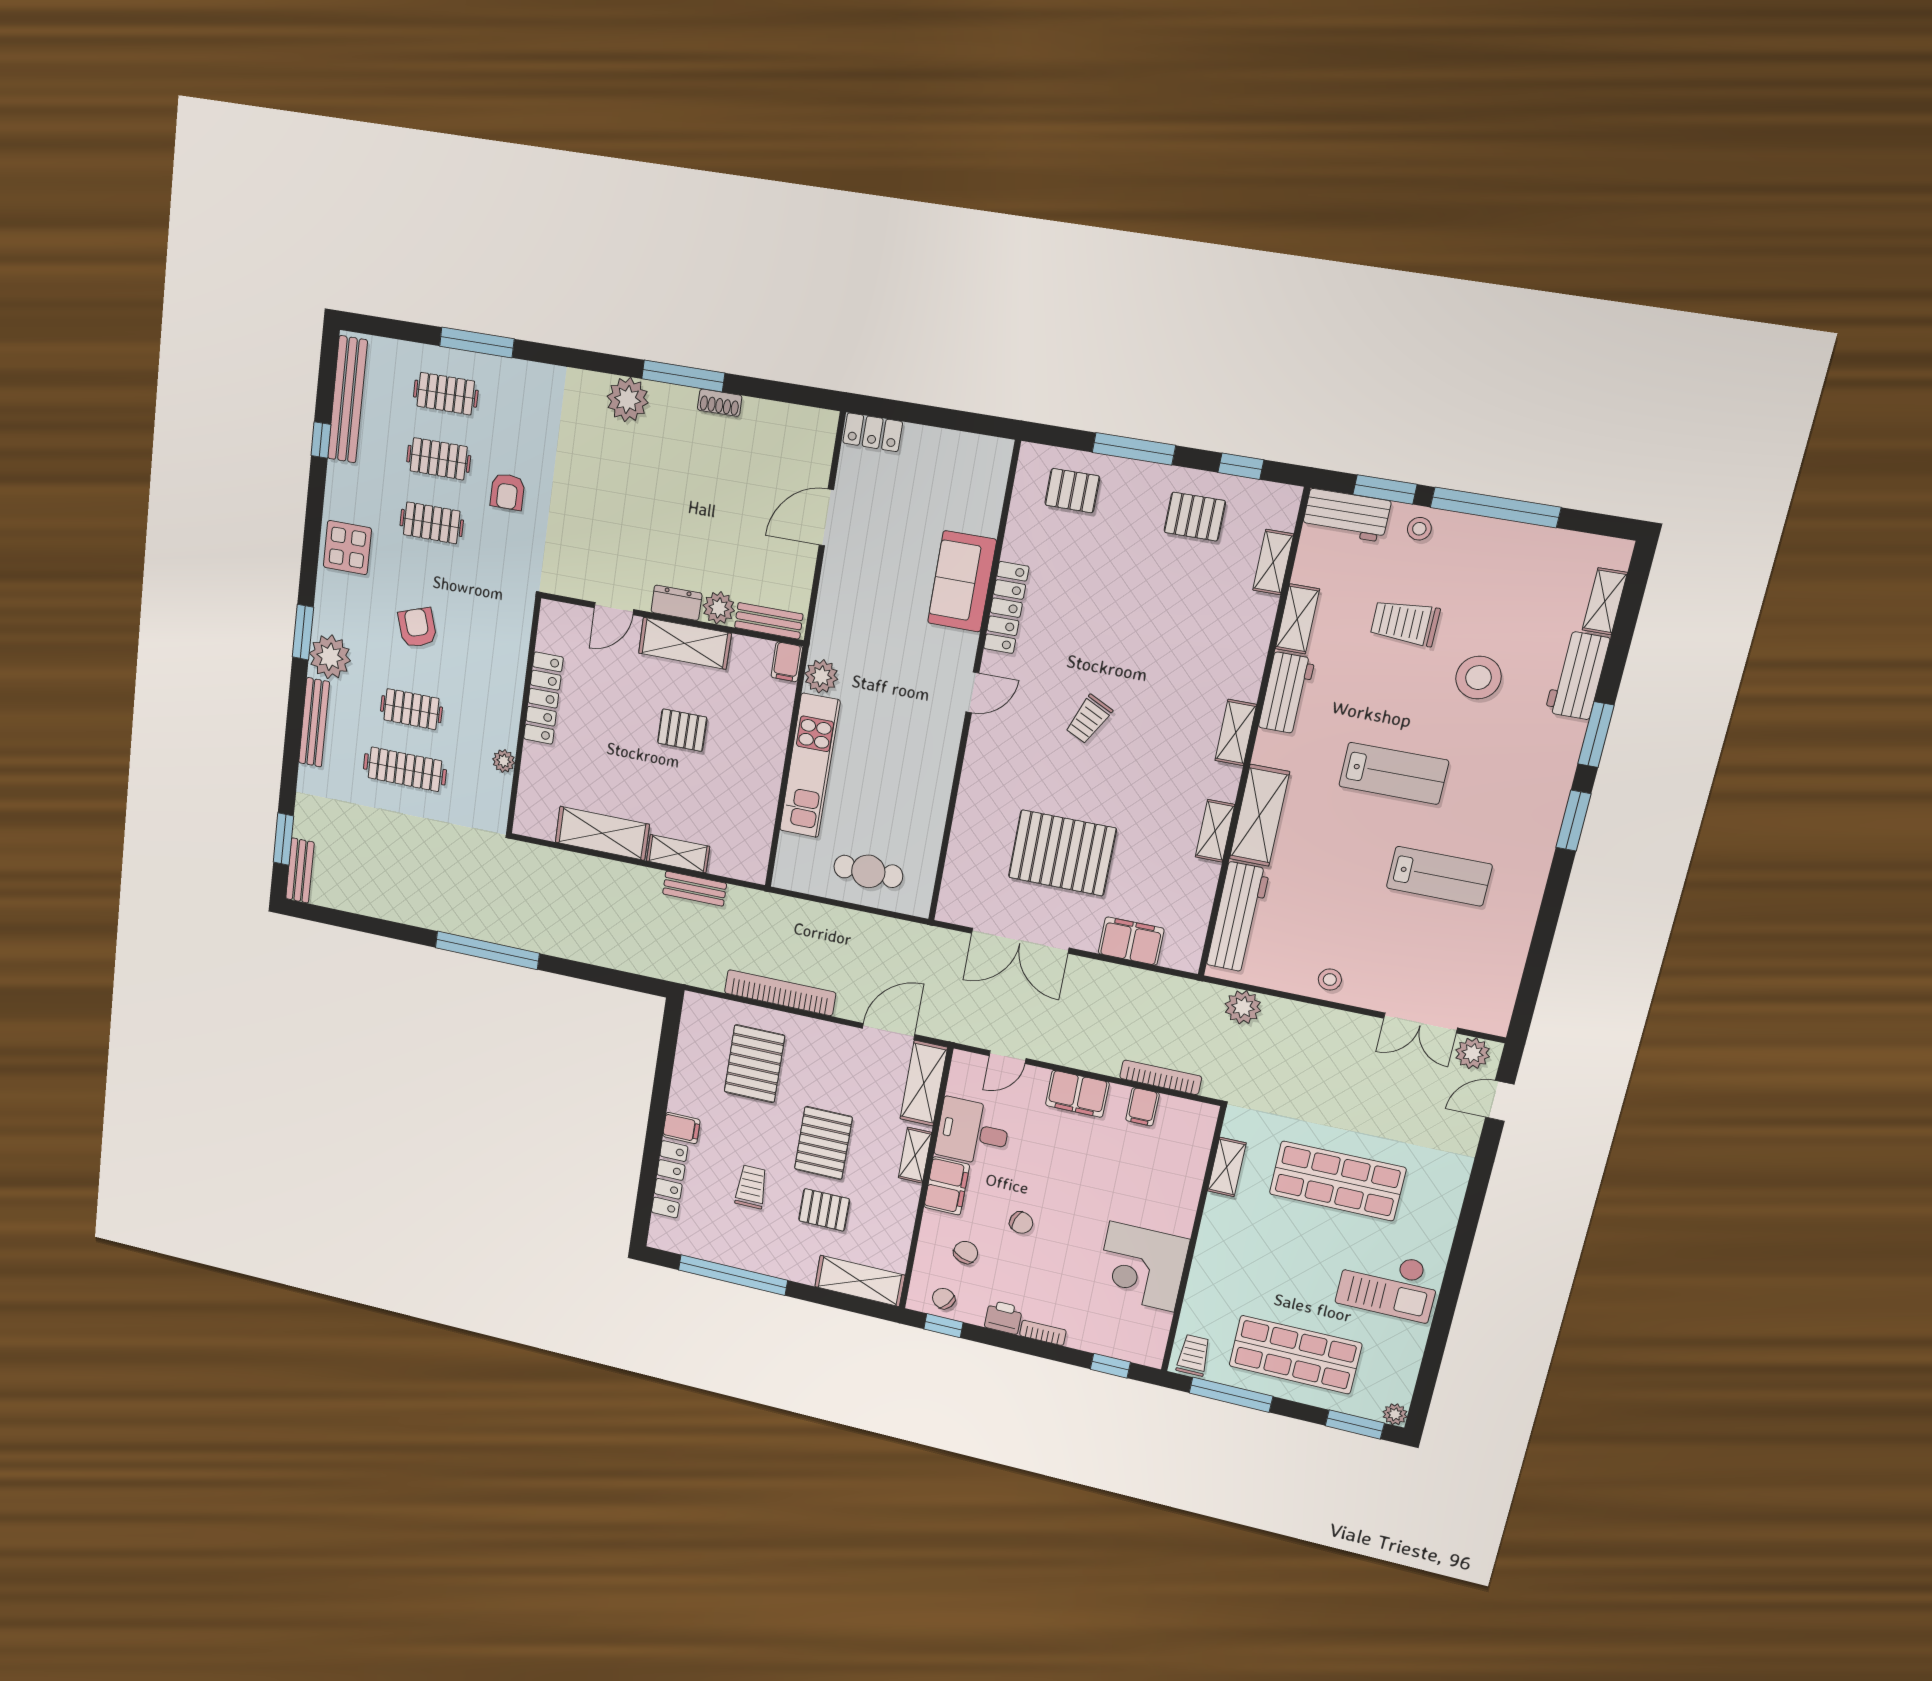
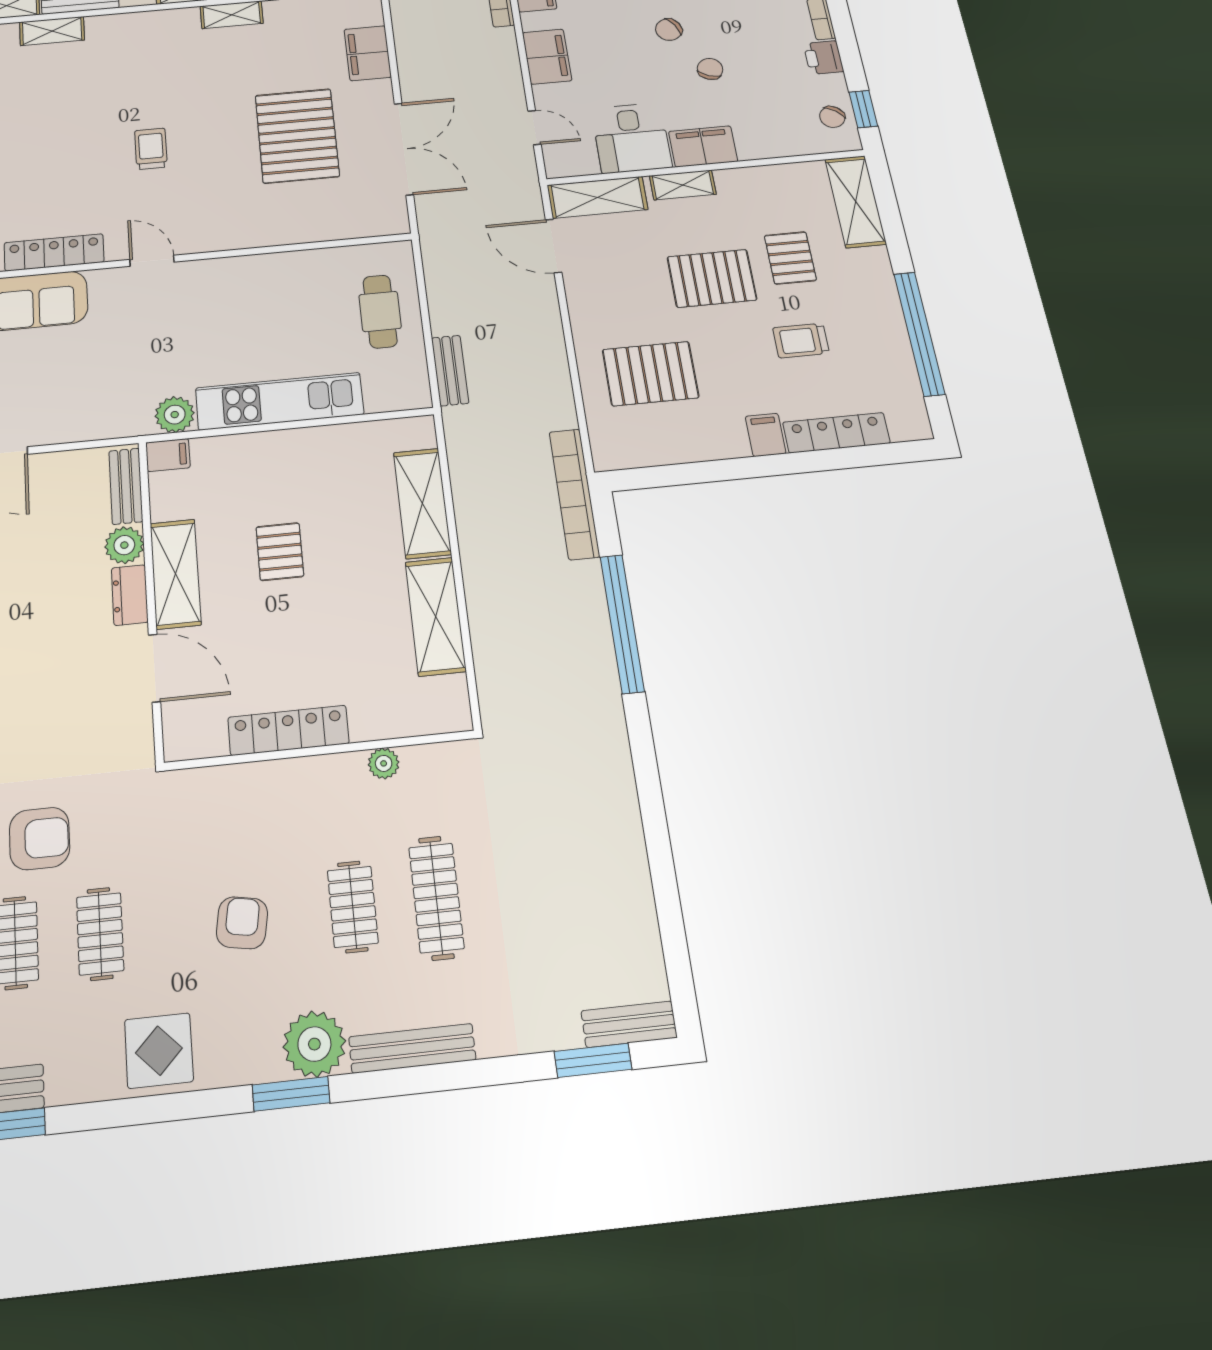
armchair: (507, 492) -> (40, 838), width x1.38, depth x1.38
door: (614, 609) -> (155, 668), width x1.38
armchair: (417, 628) -> (242, 923), turned 118
trolley: (1089, 719) -> (151, 149), turned -116
shelving: (1236, 733) -> (52, 31), moved
shelving: (678, 854) -> (422, 503), width x1.50, depth x1.33
bench: (695, 889) -> (450, 370), moved
window: (487, 950) -> (622, 623), moved
bookcase: (780, 993) -> (574, 494), moved
chair: (966, 1252) -> (669, 30), moved, turned -52

